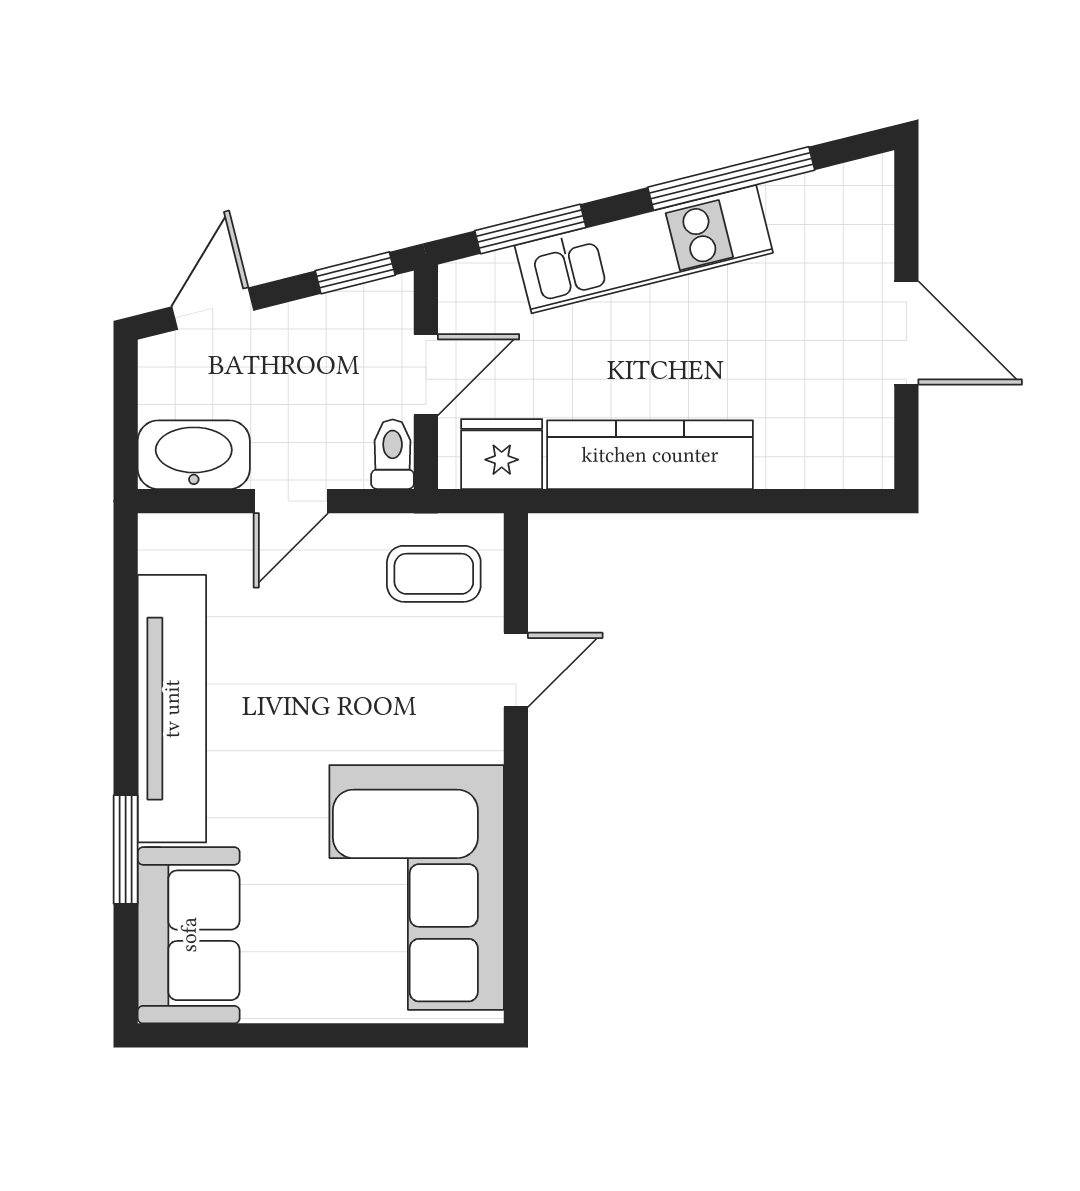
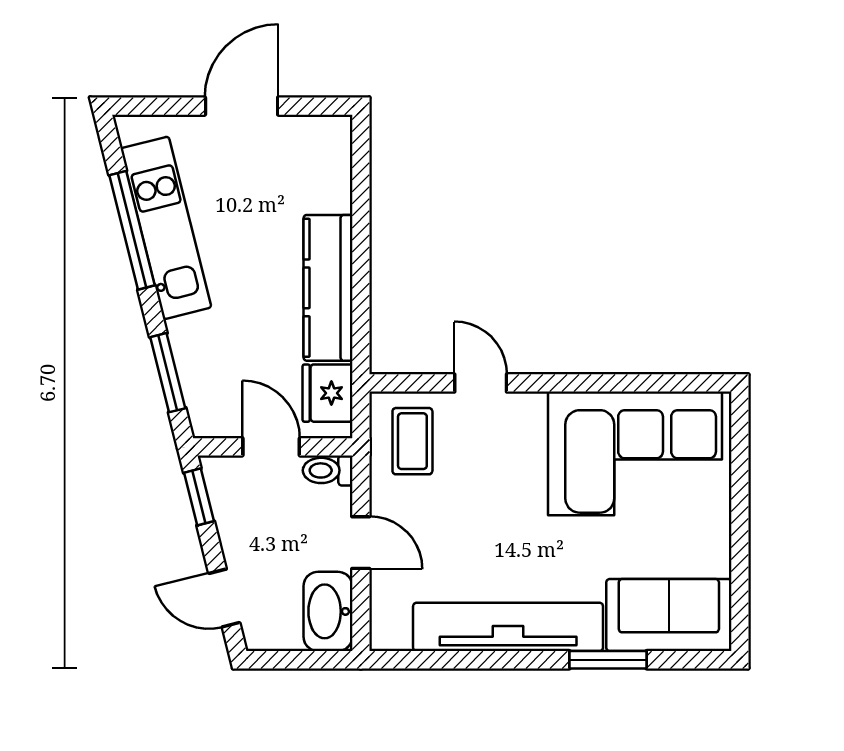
kitchen unit: (644, 249) -> (166, 228), moved

